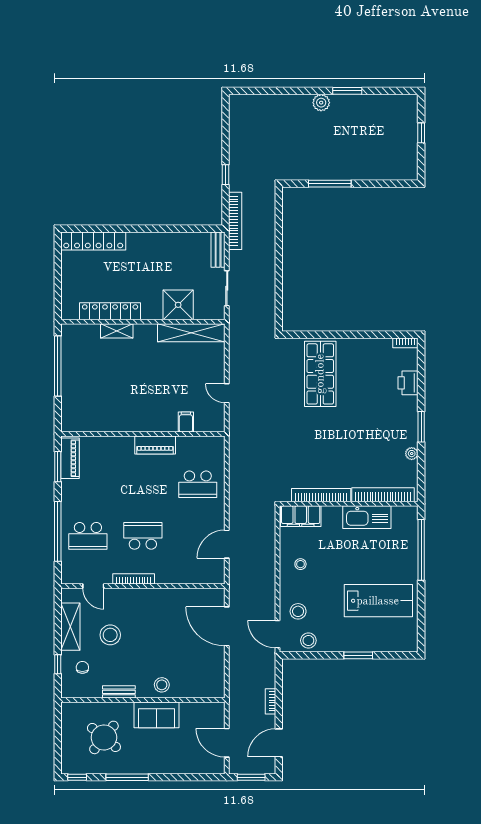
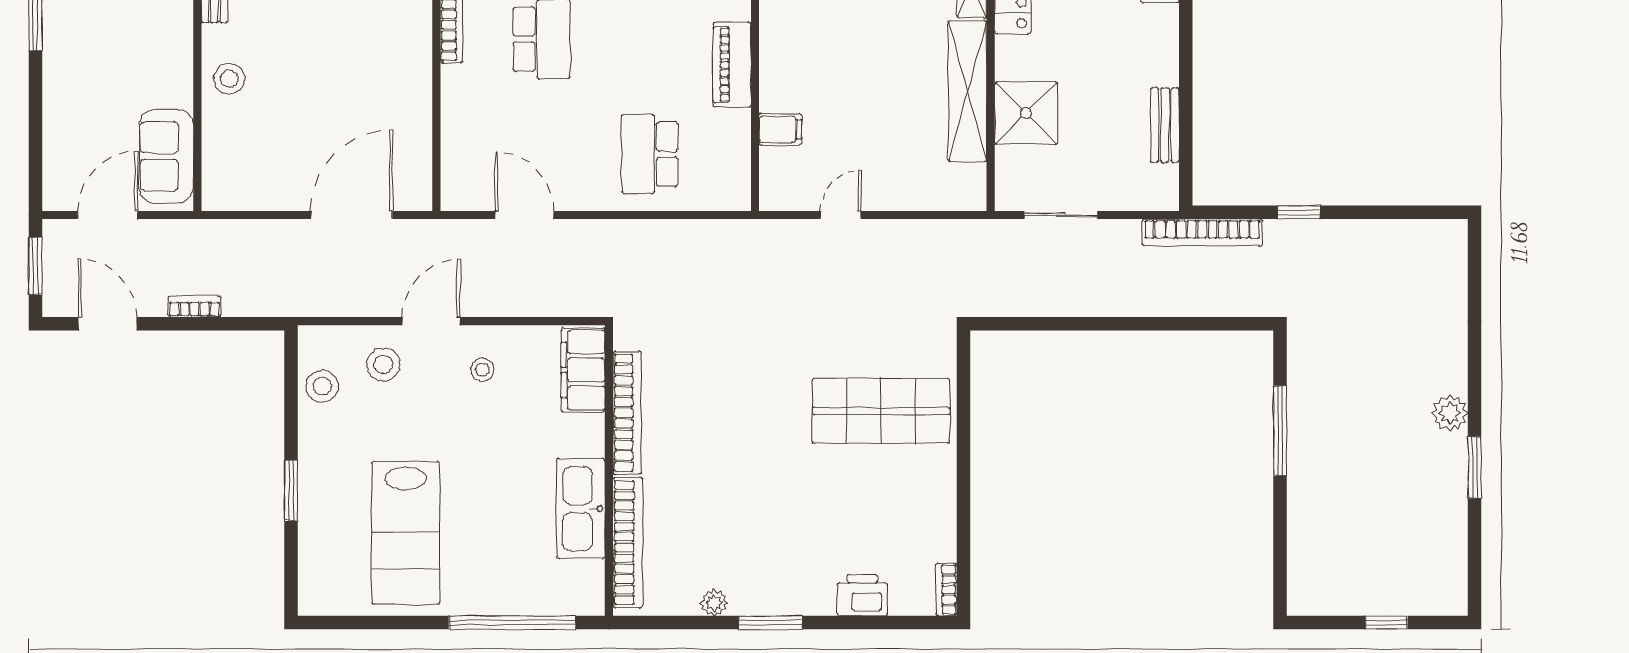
bench: (218, 250) -> (1165, 125), moved, turned 90
shelving: (191, 333) -> (967, 91), moved
door: (277, 634) -> (431, 321), moved
sofa: (157, 715) -> (166, 156), moved

